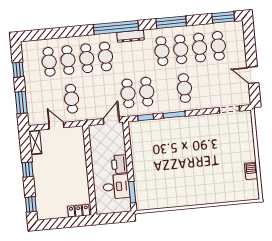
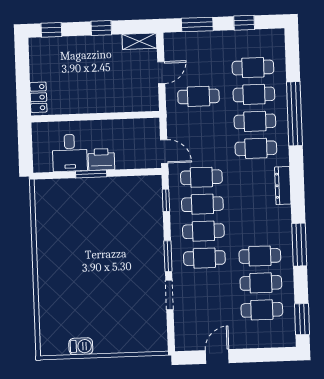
window: (116, 27) -> (294, 114), moved
cafe table: (162, 51) -> (203, 231), moved
doorway: (229, 109) -> (169, 295), moved
window: (174, 115) -> (168, 256), moved
window: (132, 192) -> (91, 174), moved

